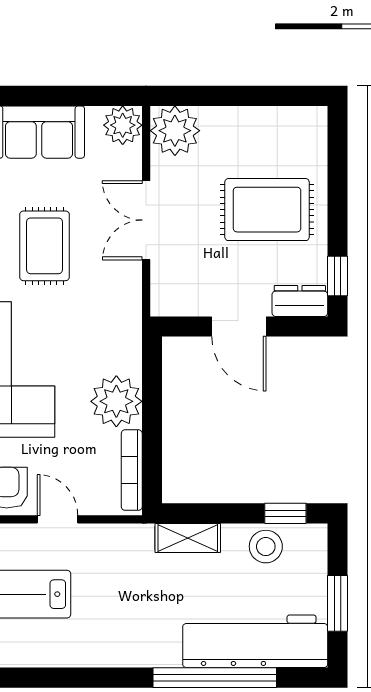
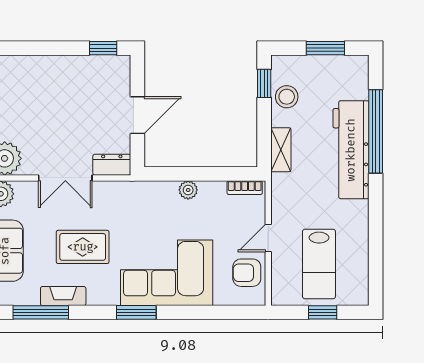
rug: (267, 210) -> (58, 96), removed
dresser: (300, 301) -> (112, 165), moved, turned 90
plant: (116, 401) -> (188, 190), width x0.53, depth x0.53
bookcase: (132, 470) -> (245, 188), width x0.64
workbench: (255, 641) -> (351, 150), moved

